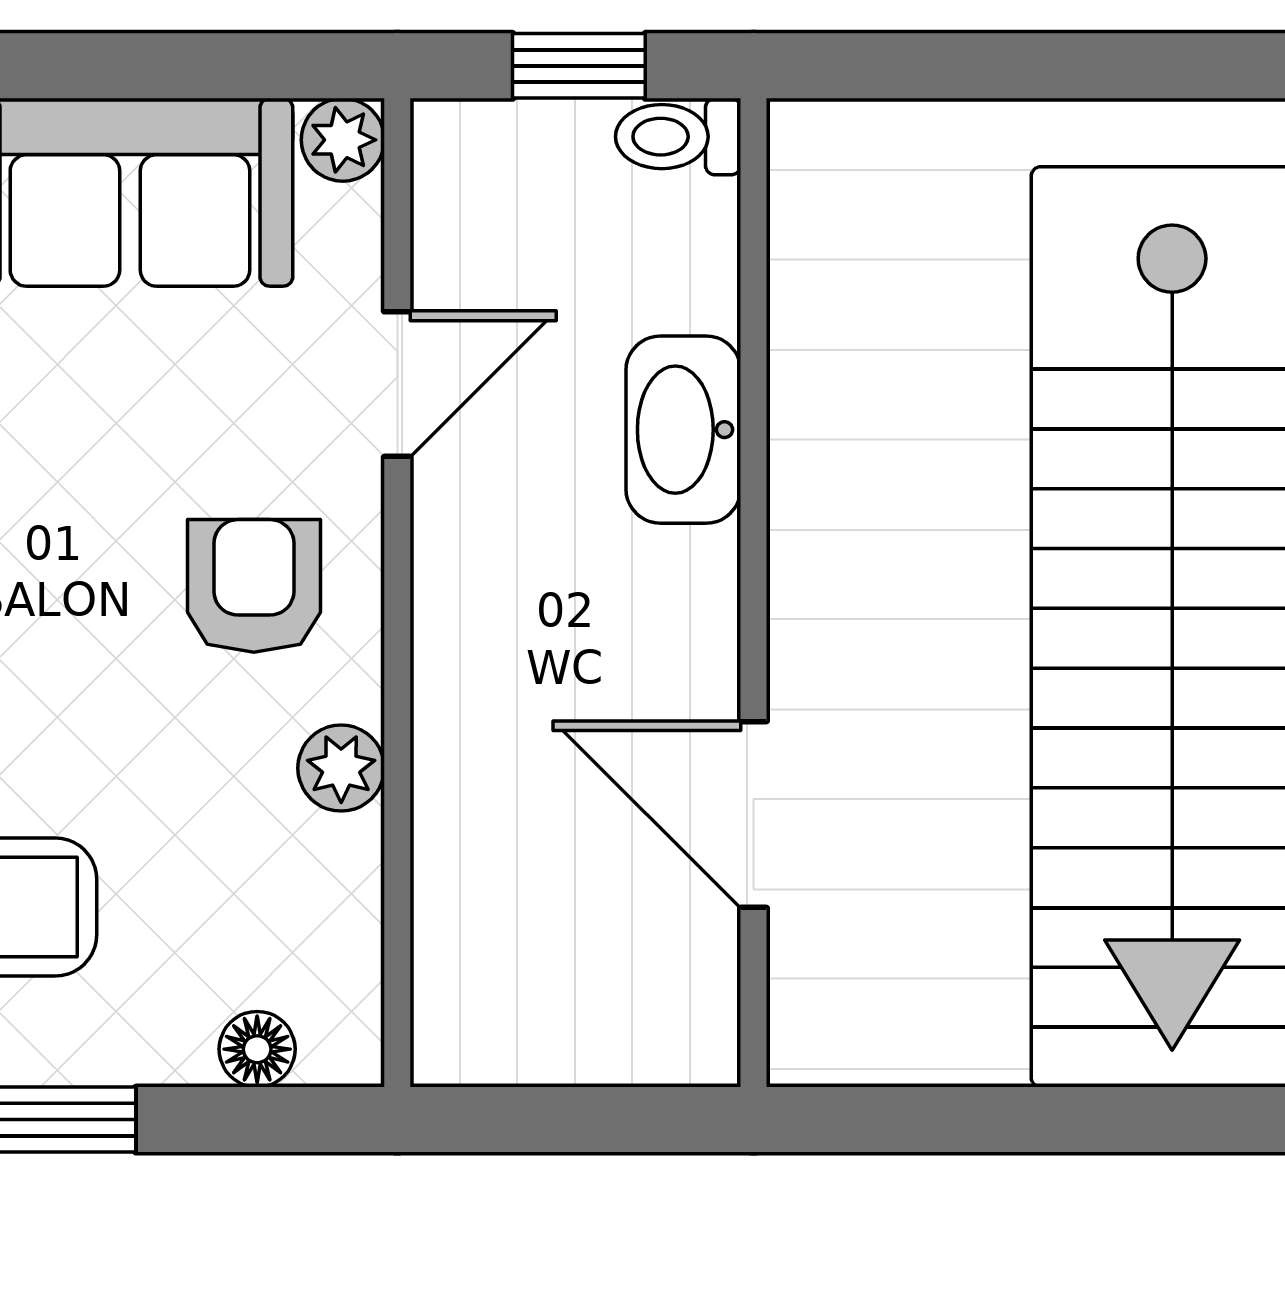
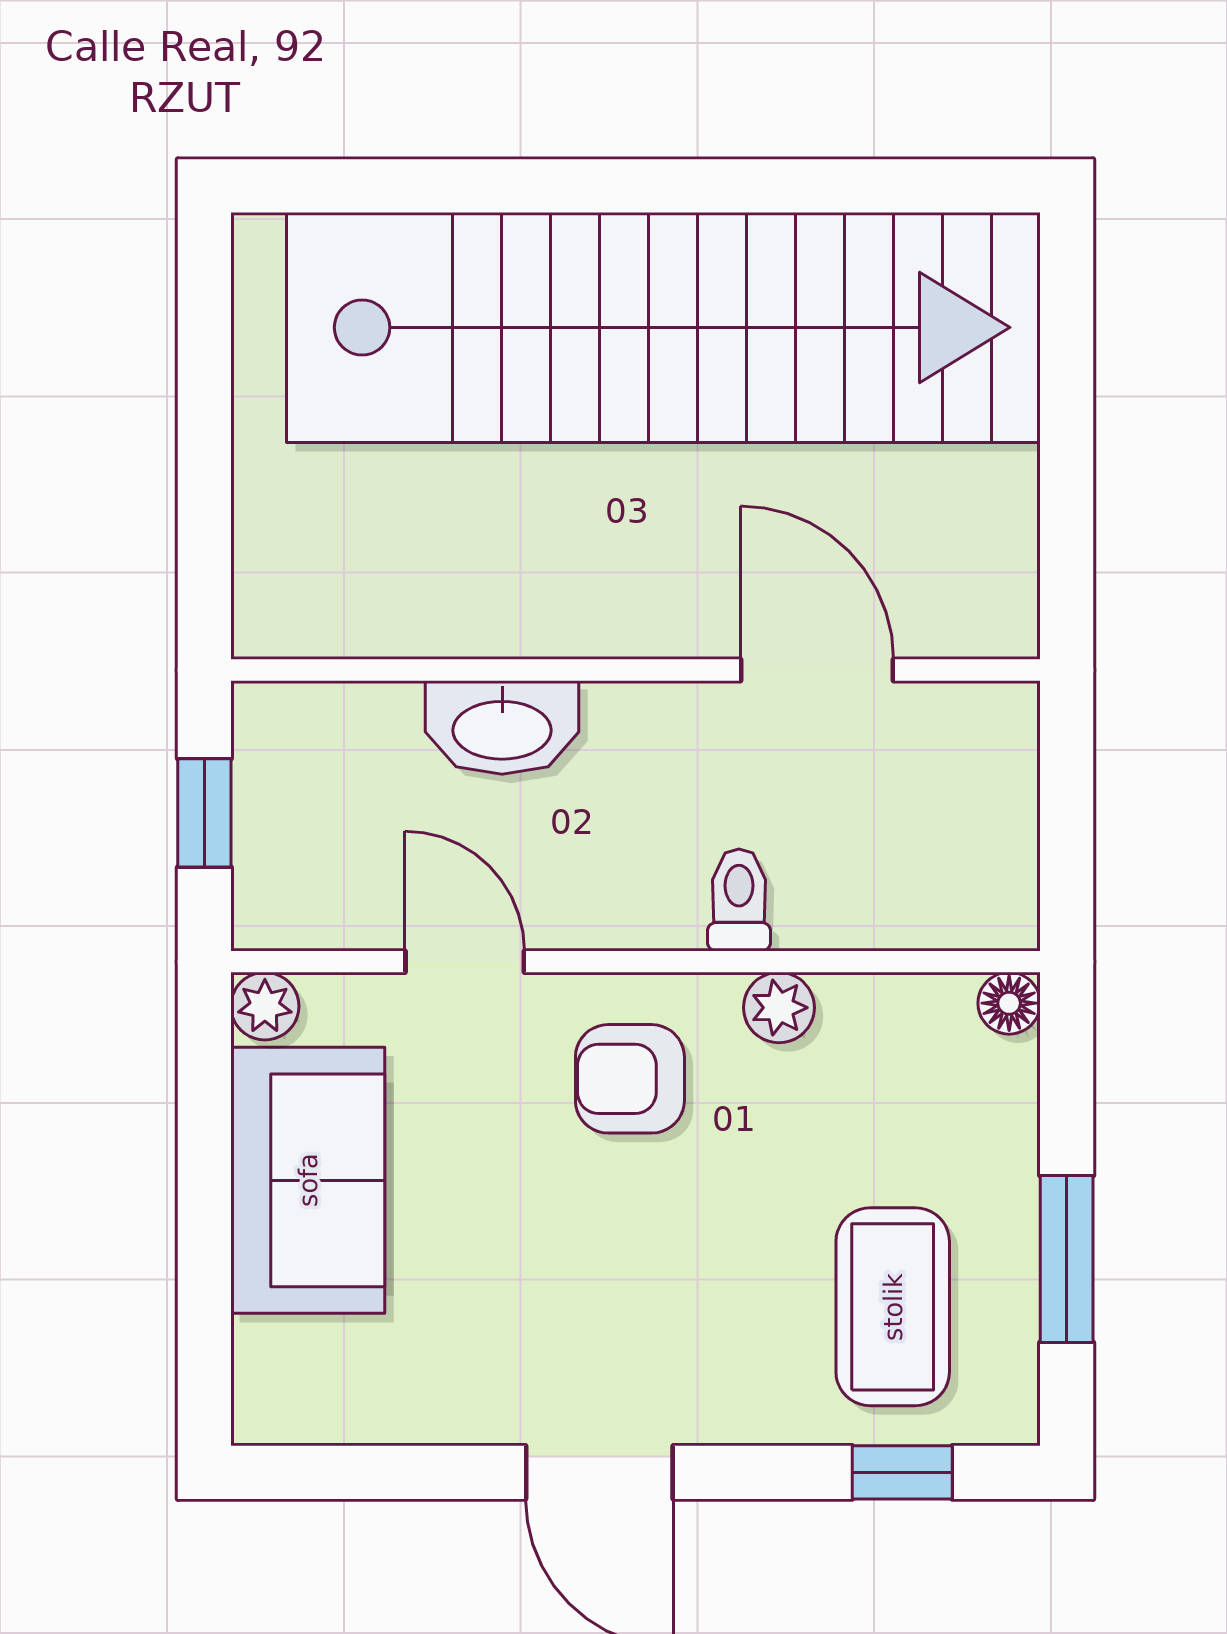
toilet: (678, 137) -> (739, 900), moved, turned 180
door: (753, 815) -> (817, 670), swing flipped
floor lamp: (257, 1049) -> (1009, 1003), moved

